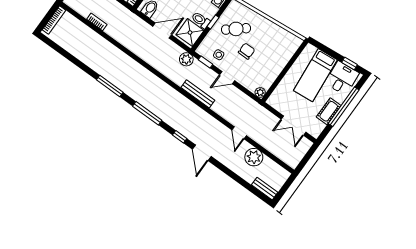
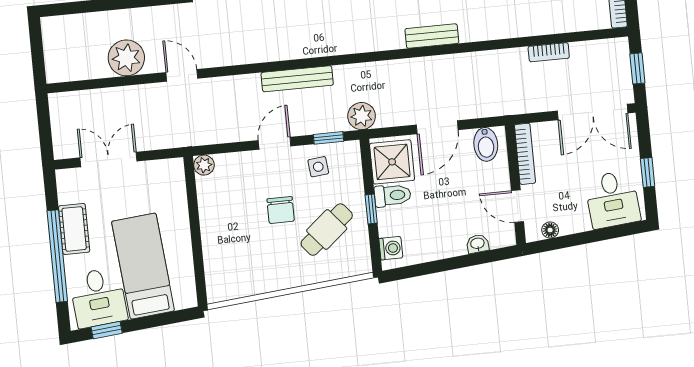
bench: (265, 189) -> (432, 36), moved

